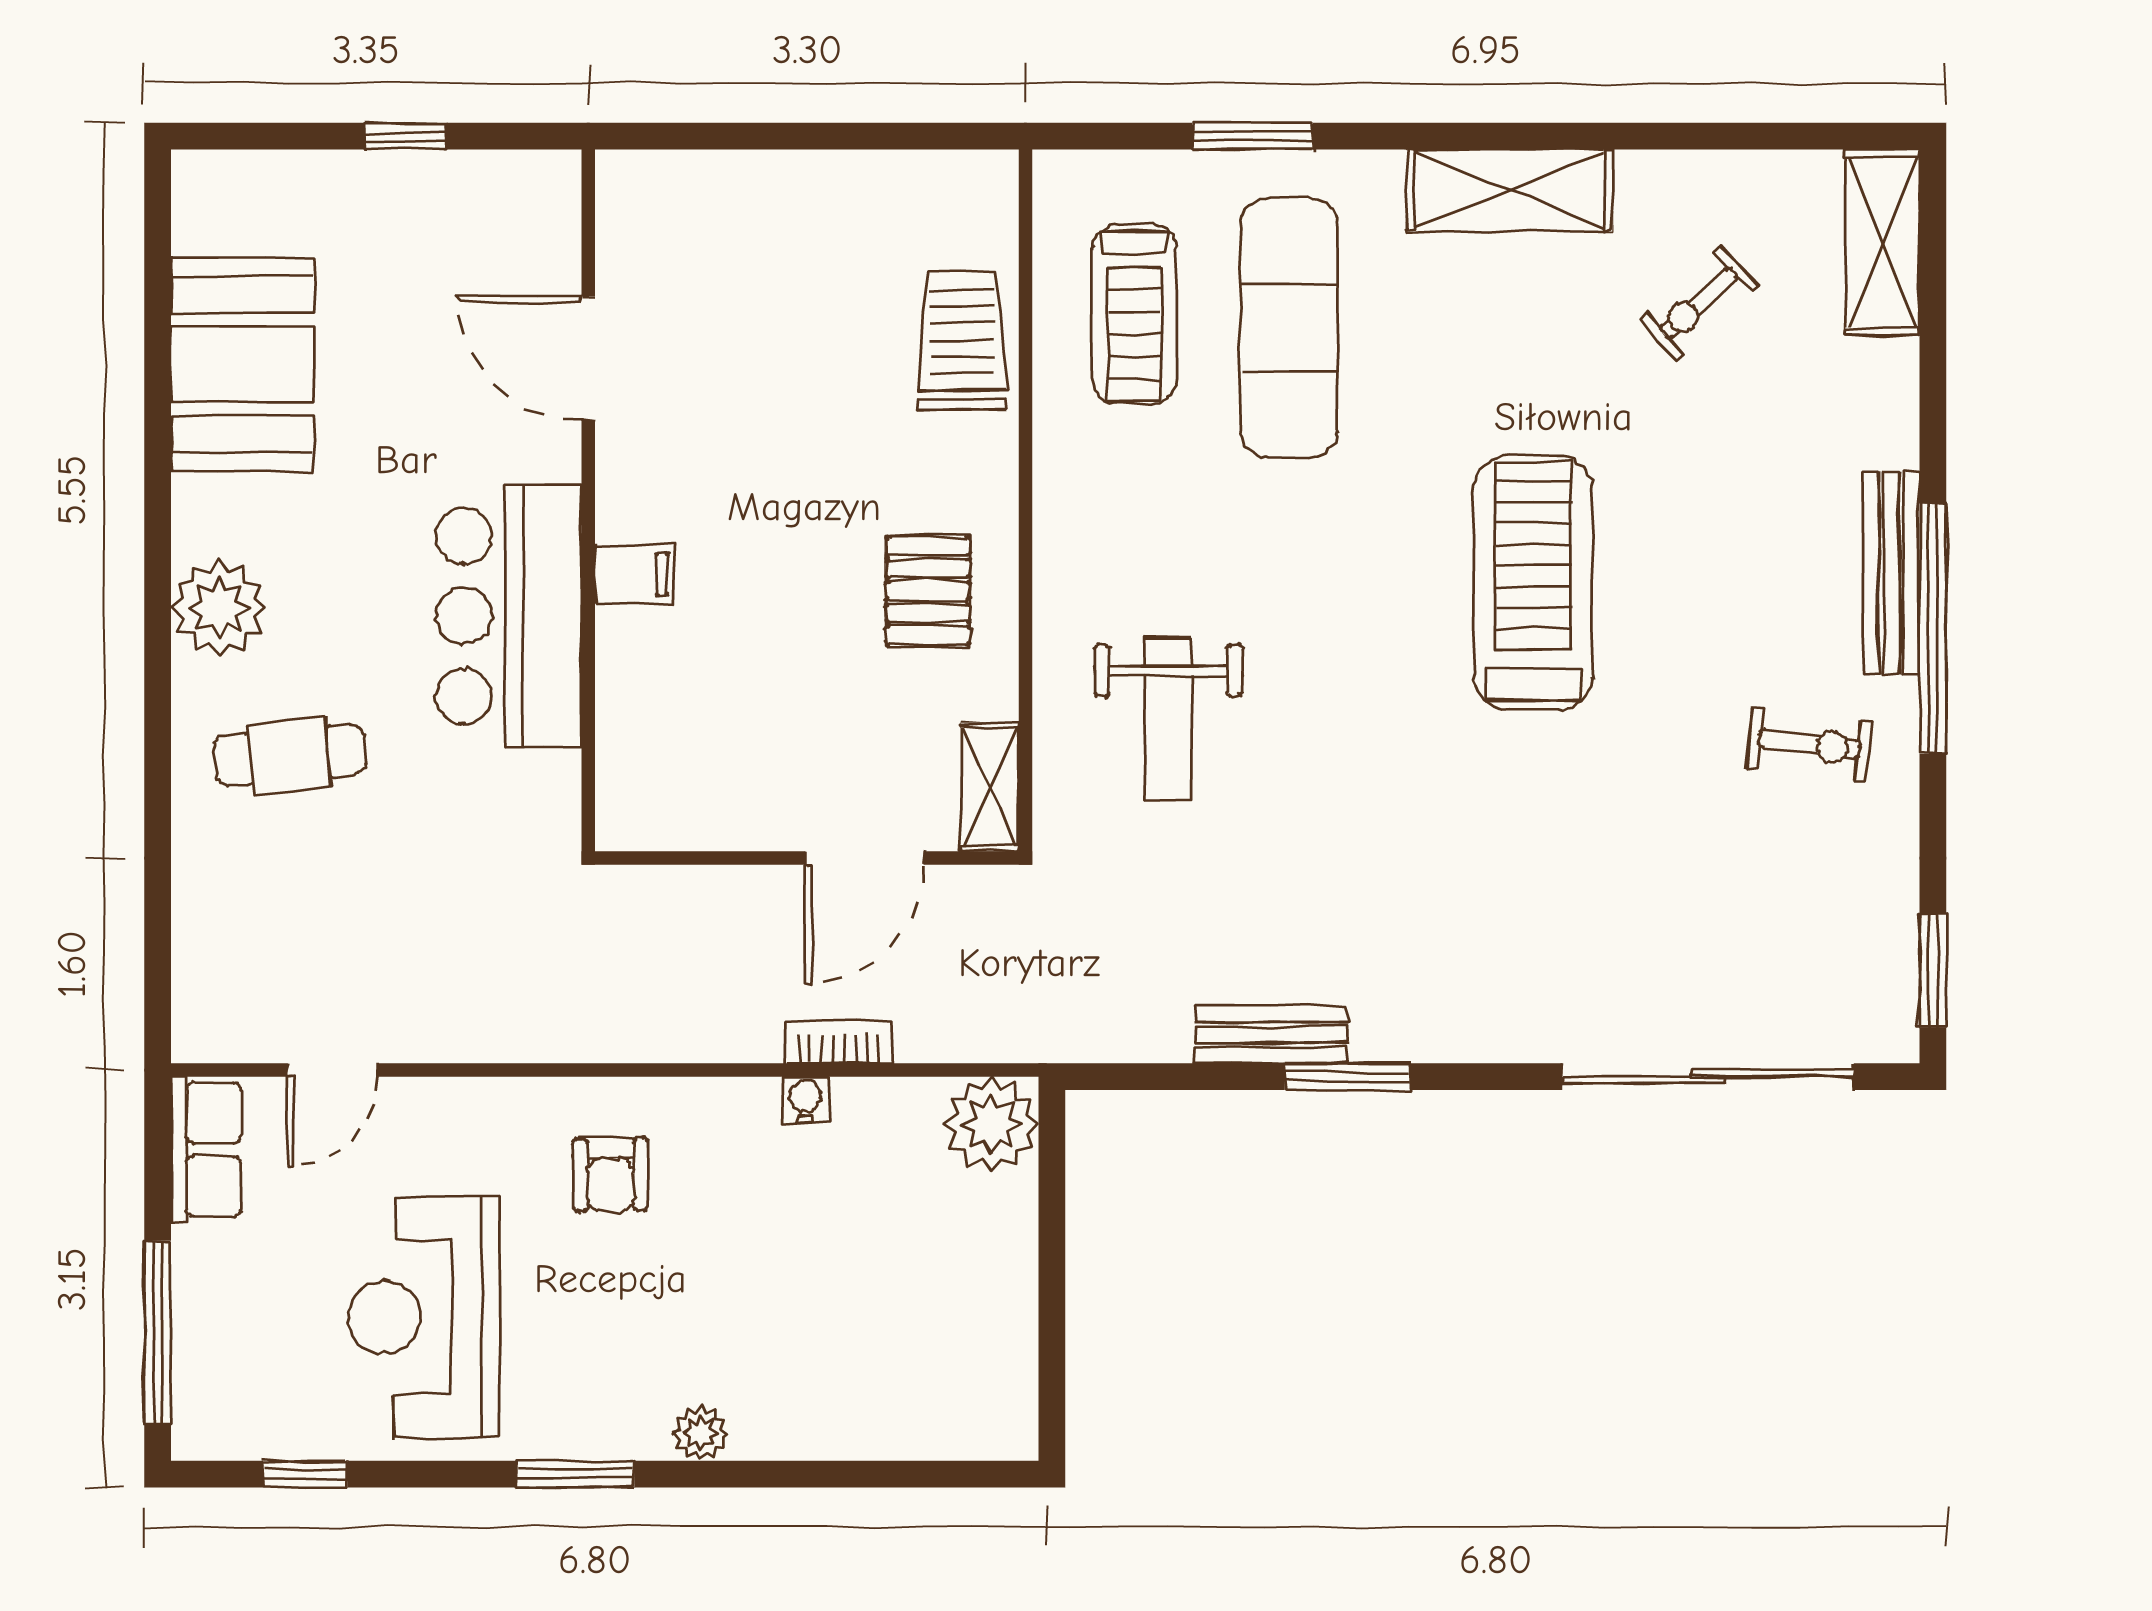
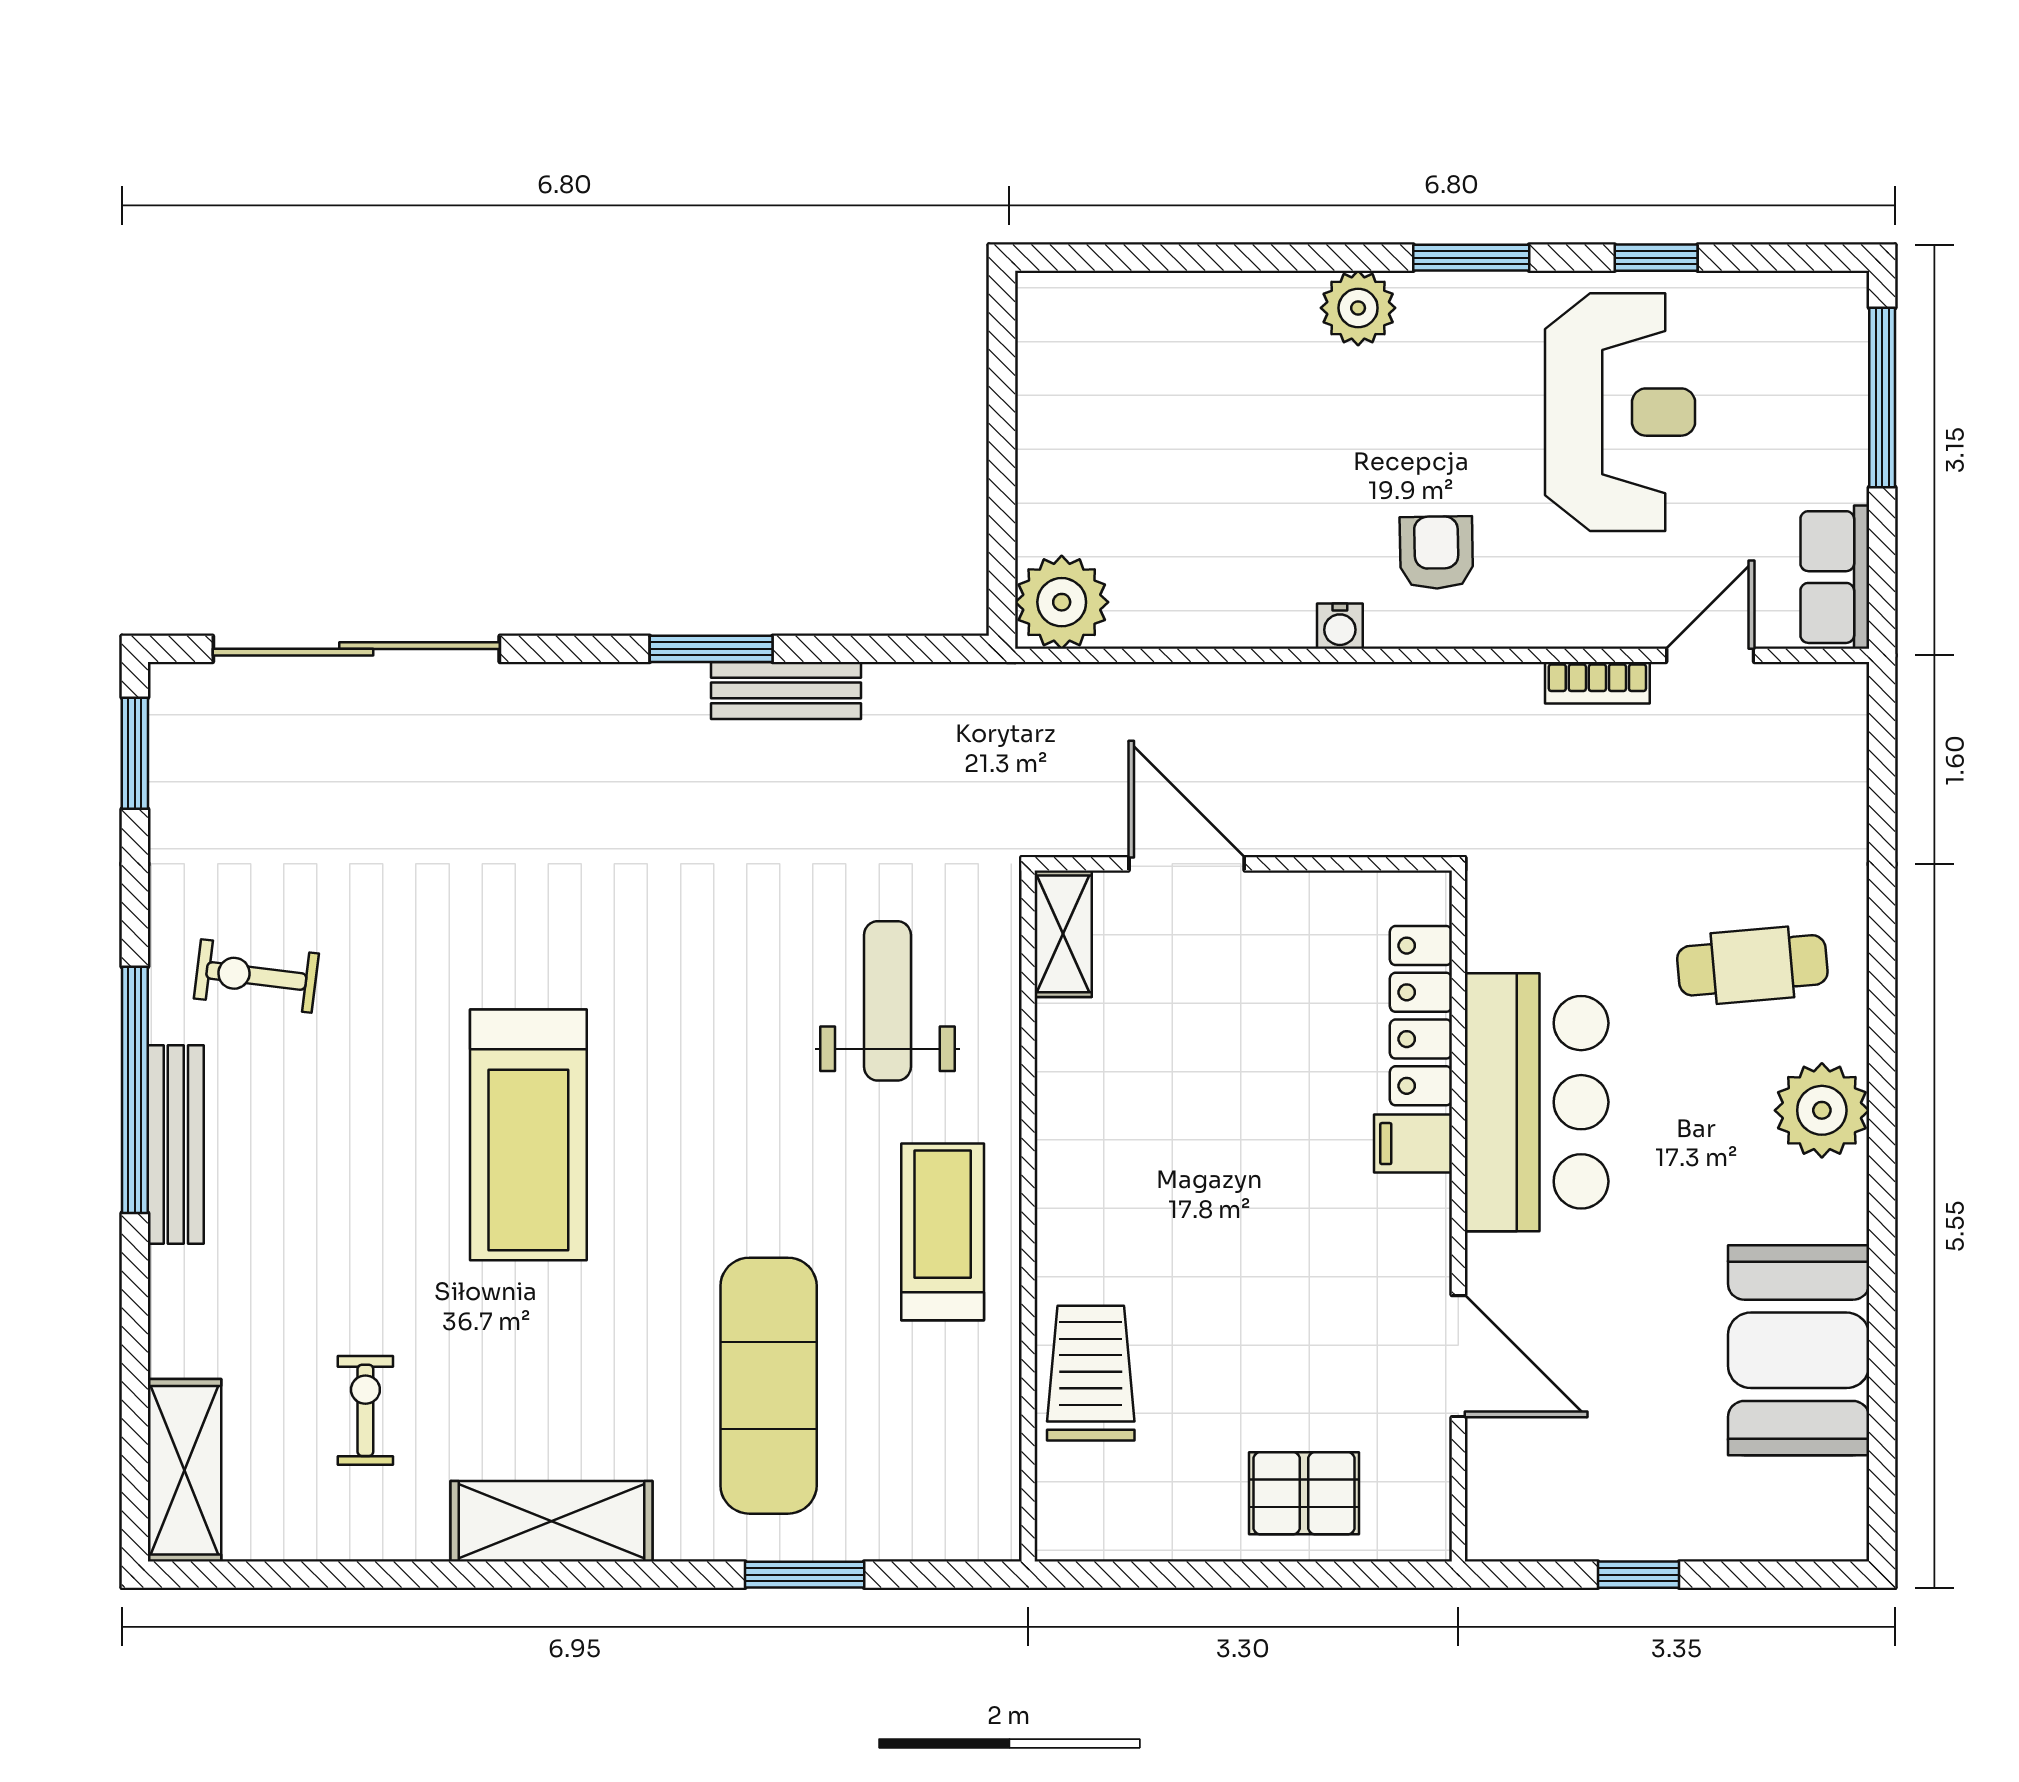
exercise bike: (1699, 303) -> (365, 1410), turned -48
treadmill: (1134, 314) -> (943, 1232), moved
trolley: (962, 341) -> (1091, 1373), turned 180
pallet: (928, 591) -> (1304, 1493), moved, turned 90
locker: (626, 704) -> (1421, 1016), added
door: (864, 858) -> (1187, 864), hinge flipped
bookcase: (838, 1042) -> (1597, 683), moved
water cooler: (805, 1100) -> (1340, 626), moved
plant: (701, 1433) -> (1358, 308), width x1.38, depth x1.38
window: (305, 1474) -> (1656, 258), moved

